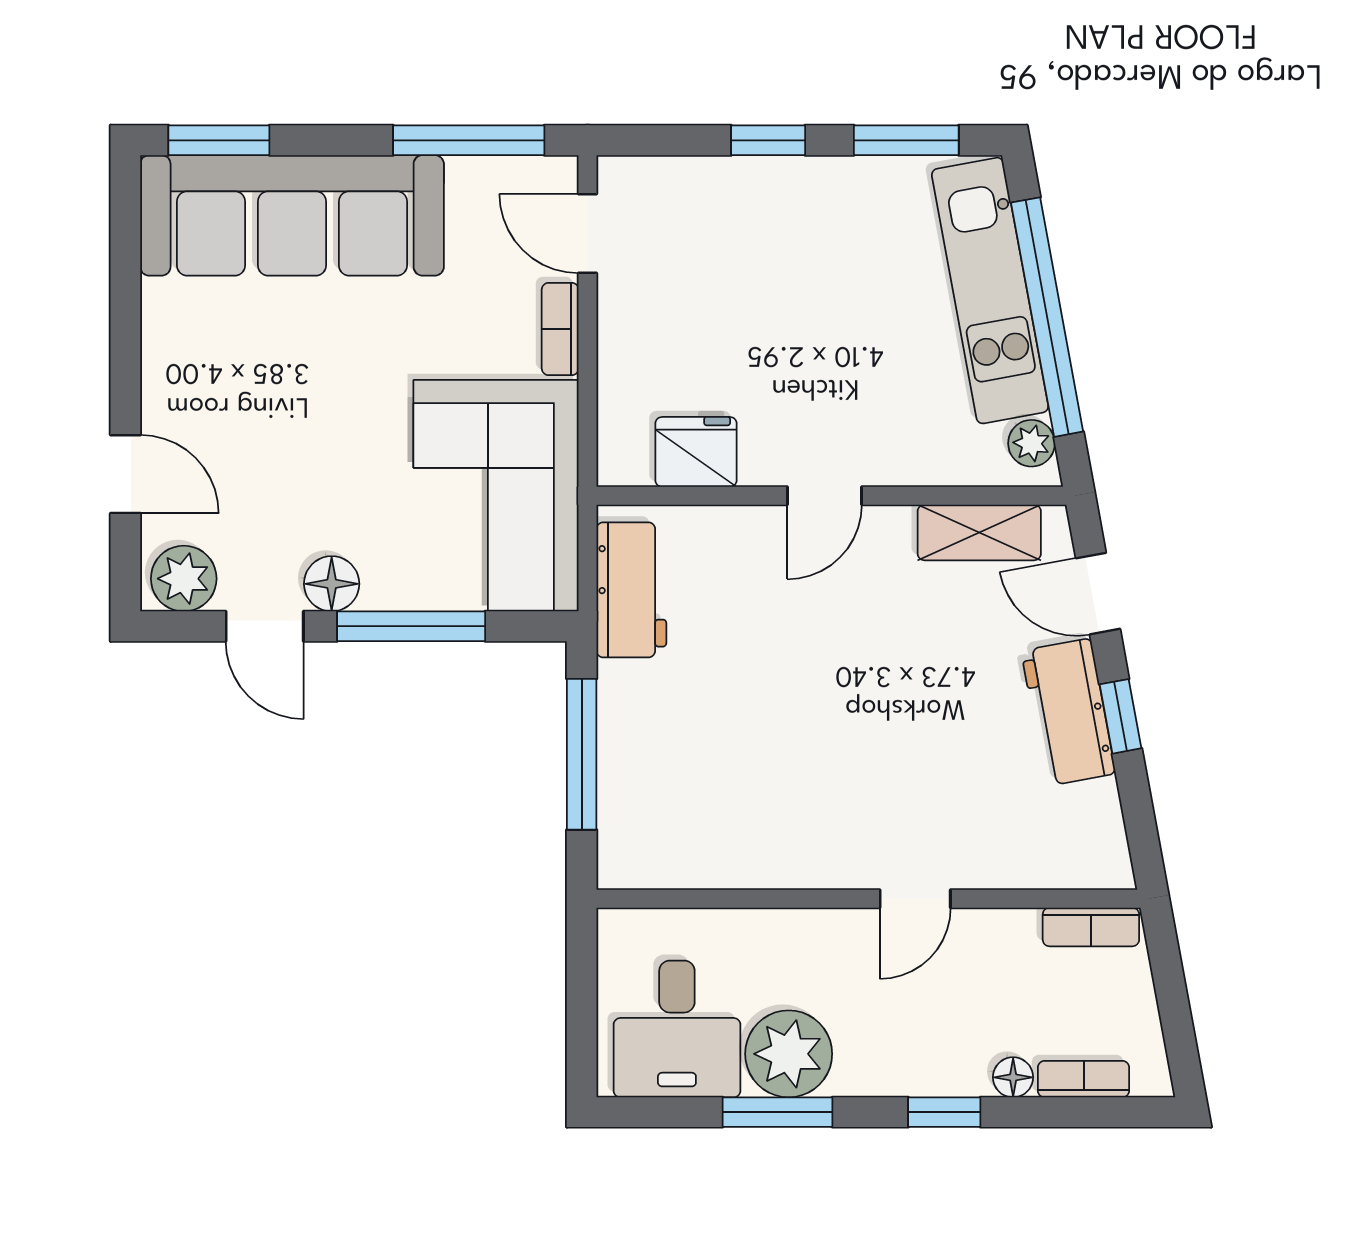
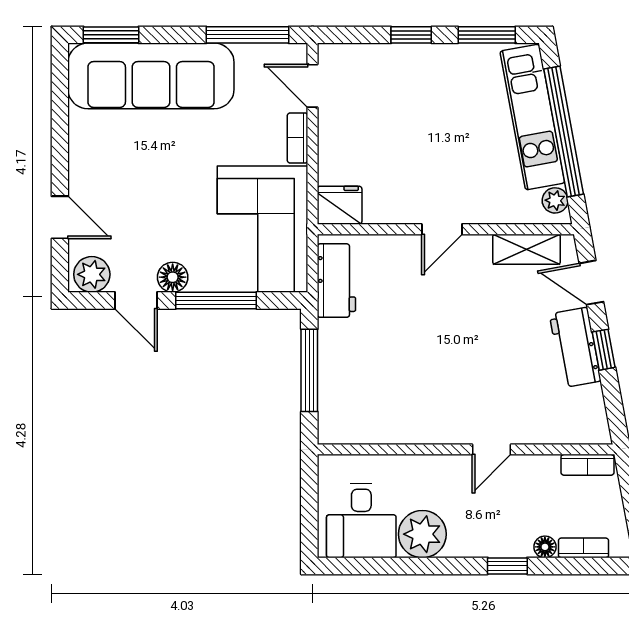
fridge: (696, 452) -> (340, 205), moved
window: (777, 1112) -> (416, 566), removed

